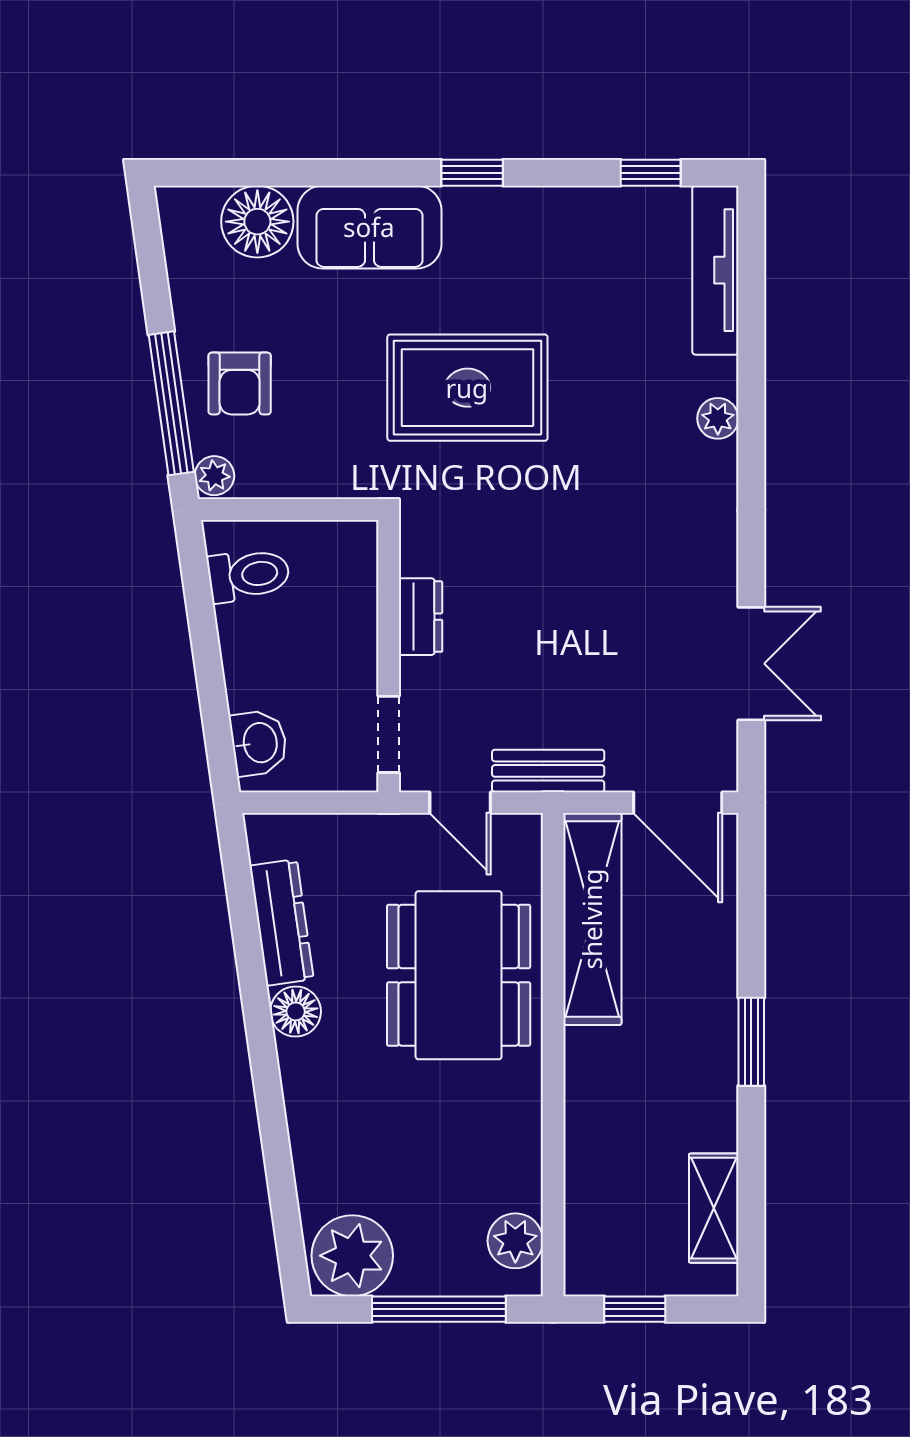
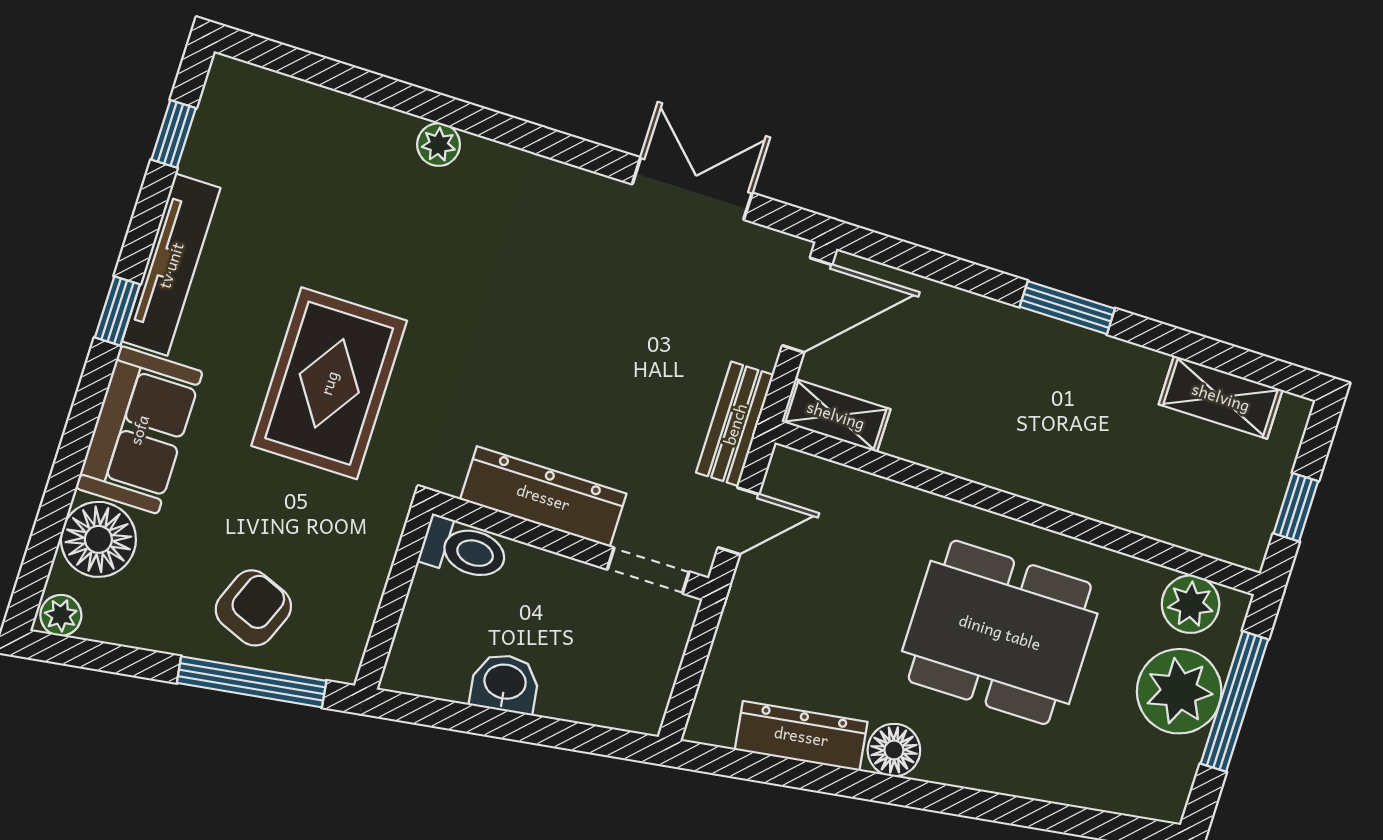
tv unit: (715, 270) -> (171, 265), moved, turned -90
armchair: (240, 383) -> (253, 608), turned -68
plant: (214, 476) -> (61, 615), moved
toilet: (249, 575) -> (464, 550), moved, turned 98
dresser: (421, 617) -> (543, 497), width x1.96, depth x1.24
washbasin: (259, 743) -> (505, 683), moved
shelving: (592, 919) -> (836, 415), width x0.45, depth x0.75
dining table: (459, 975) -> (1000, 632), moved
plant: (352, 1256) -> (1179, 691), moved

